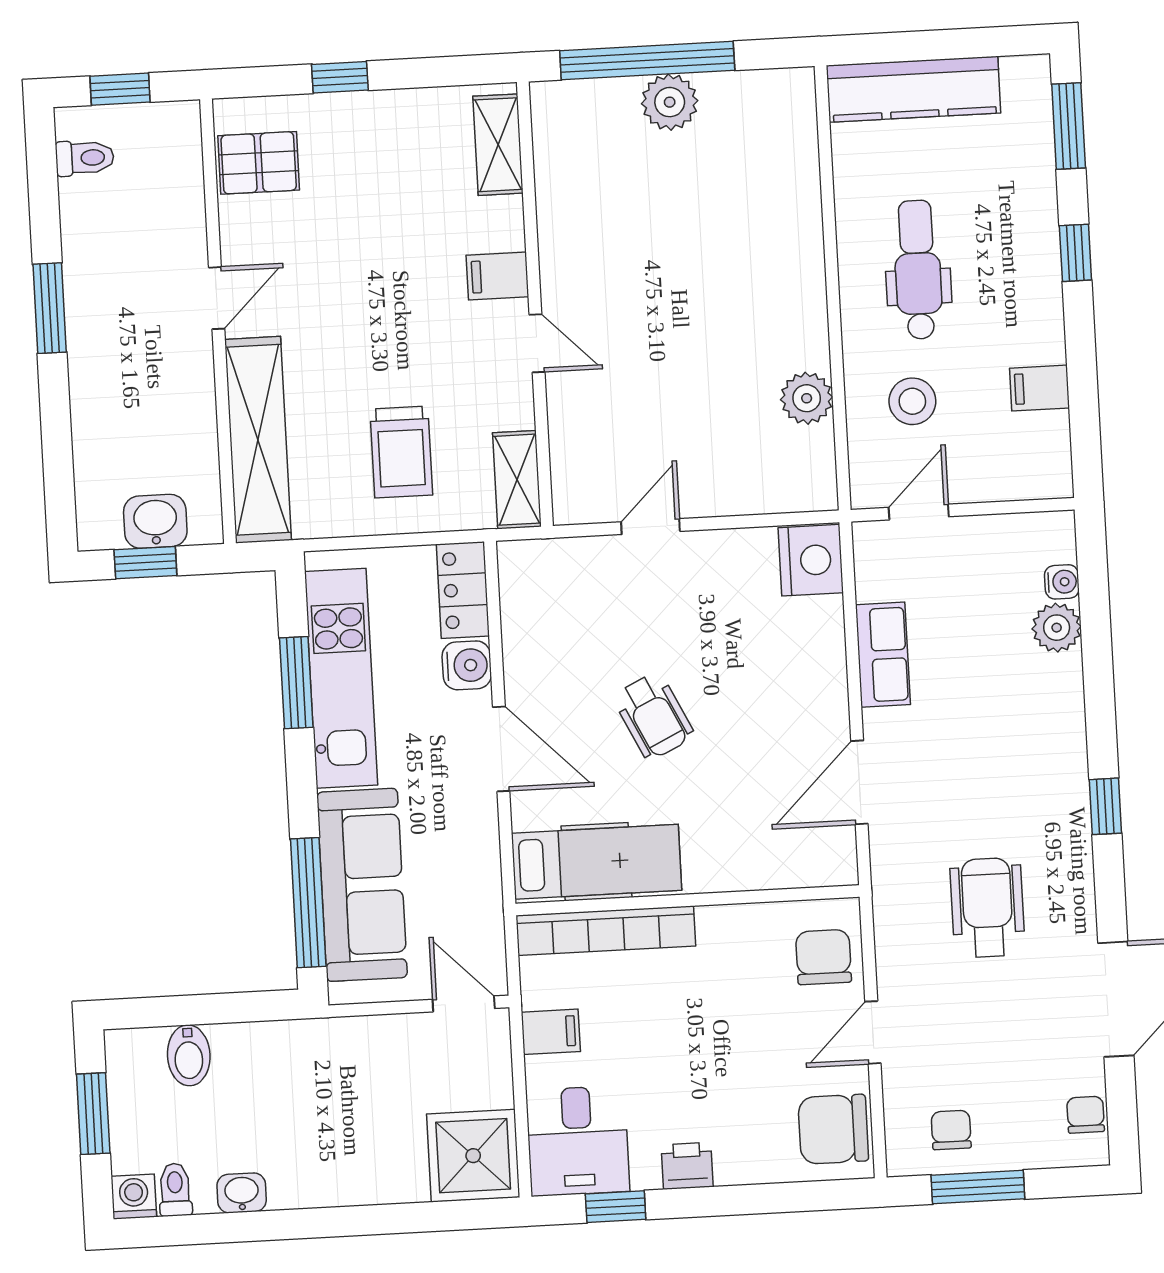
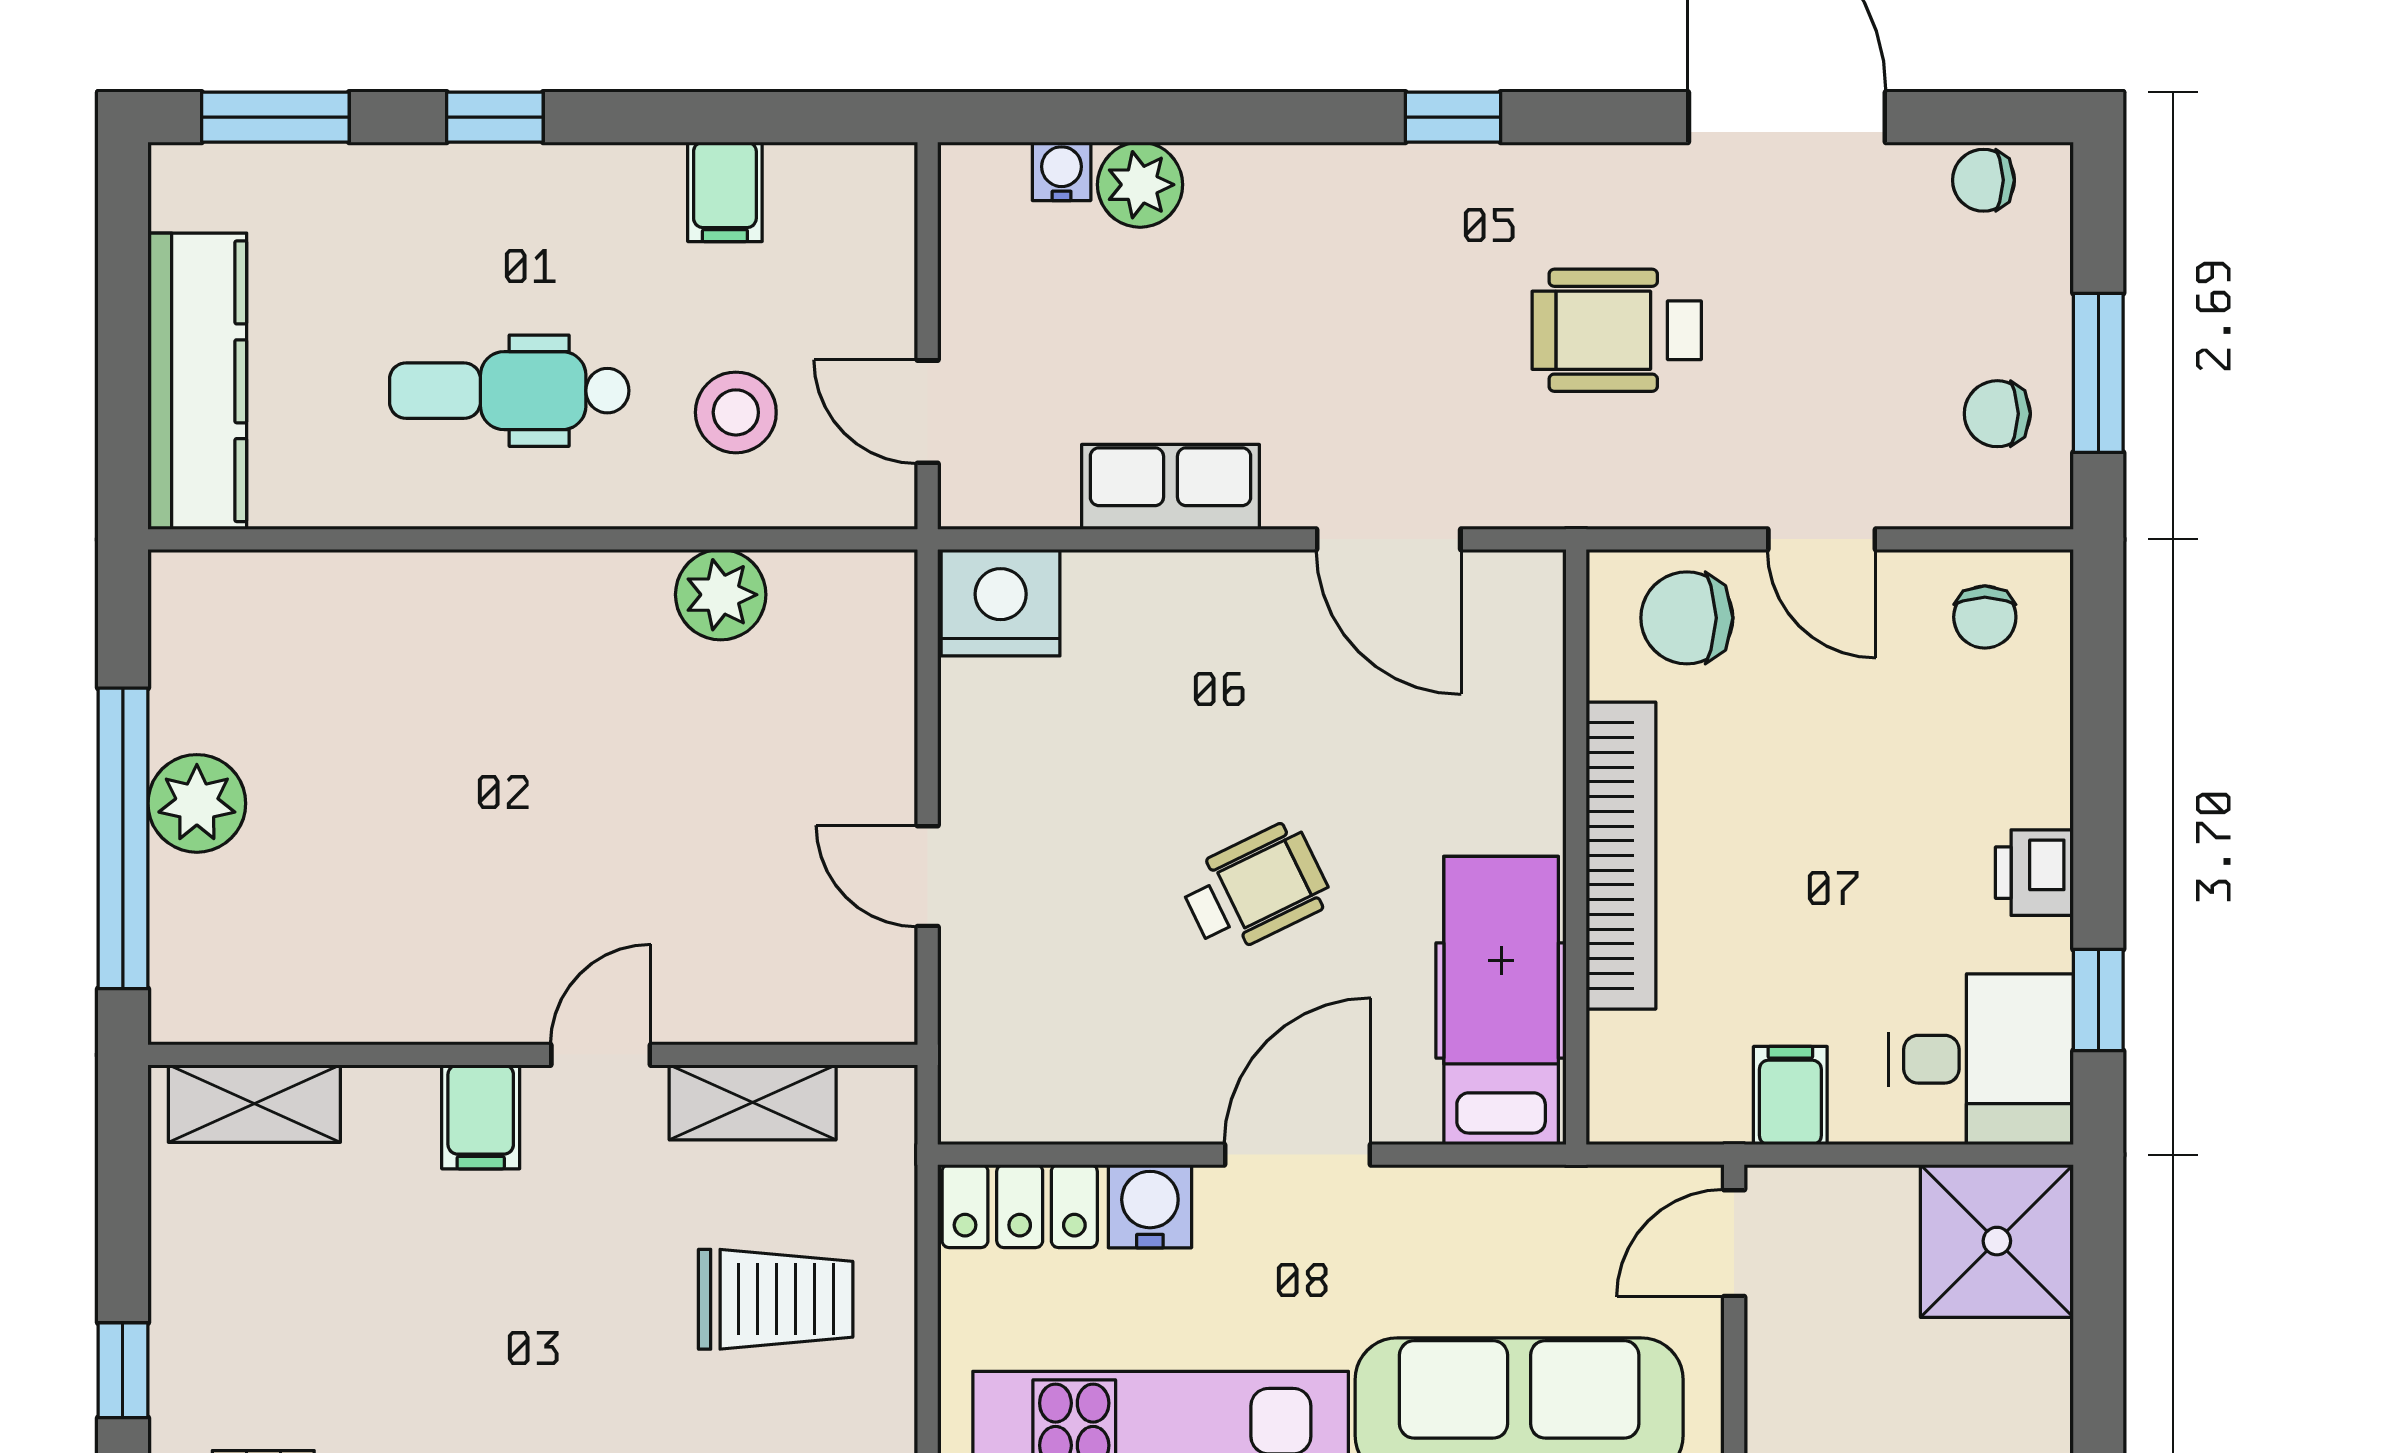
shelving: (517, 480) -> (753, 1102), moved
bookcase: (606, 931) -> (1621, 856), moved
chair: (833, 1129) -> (1985, 617), width x0.54, depth x0.54

